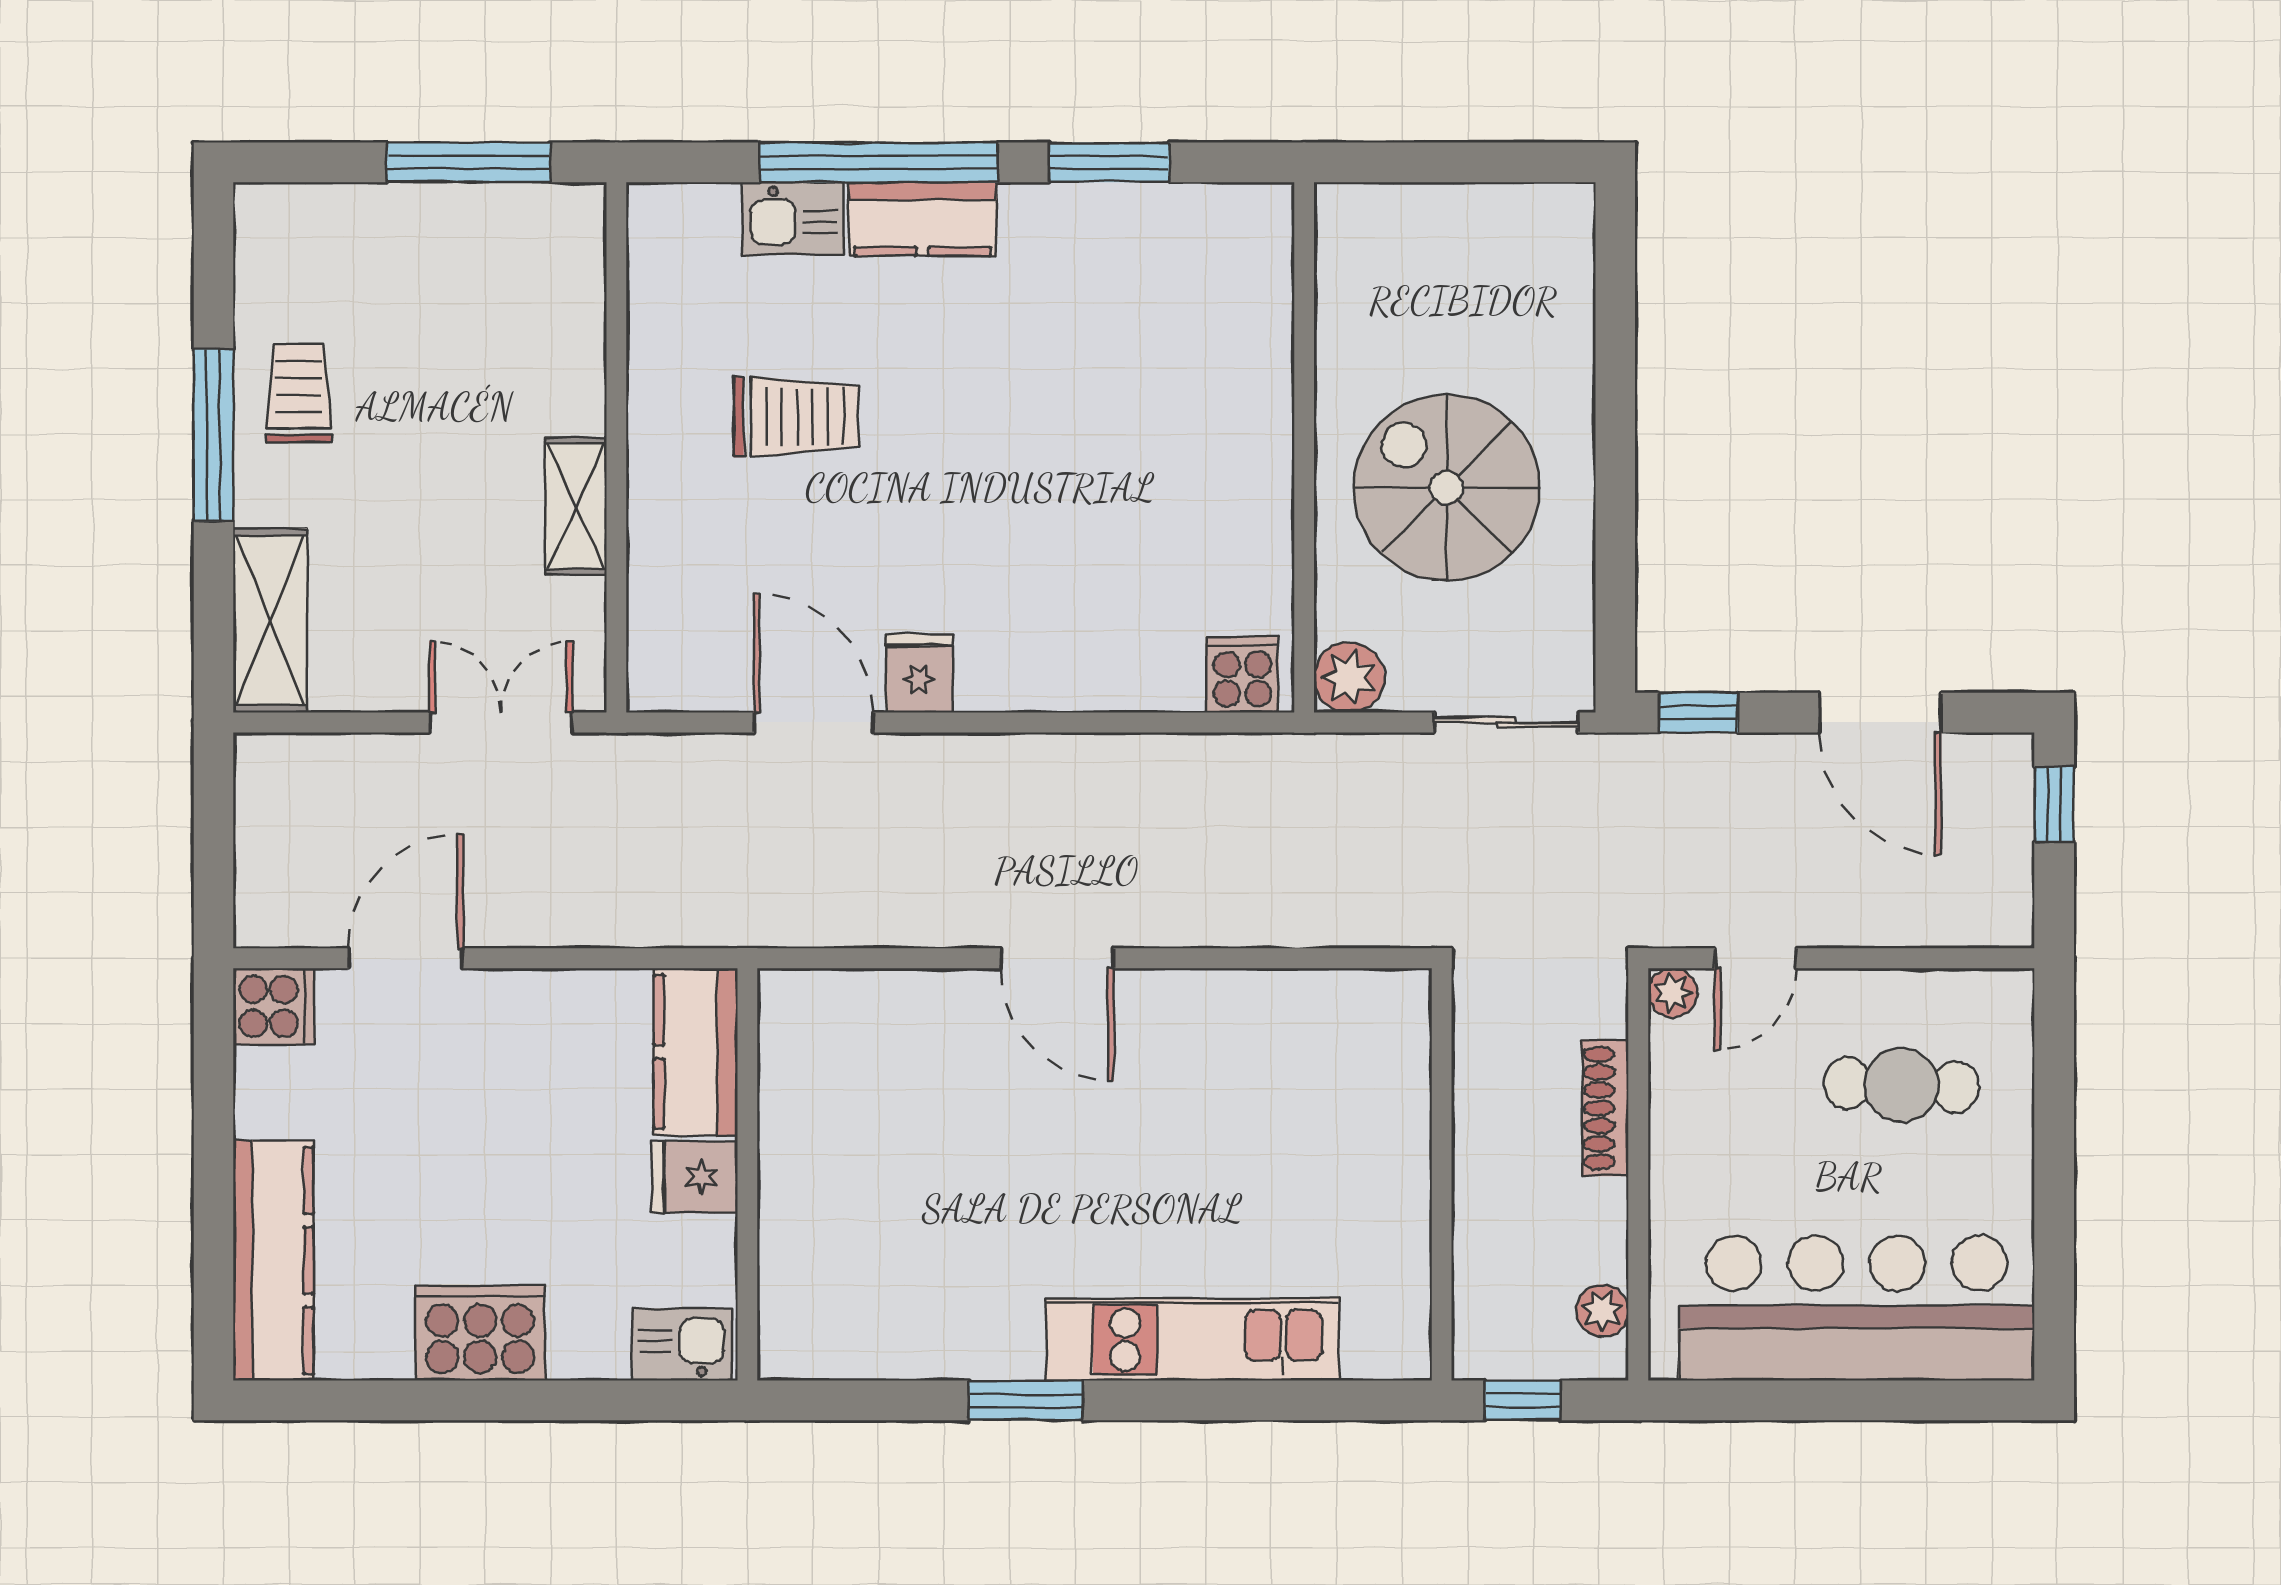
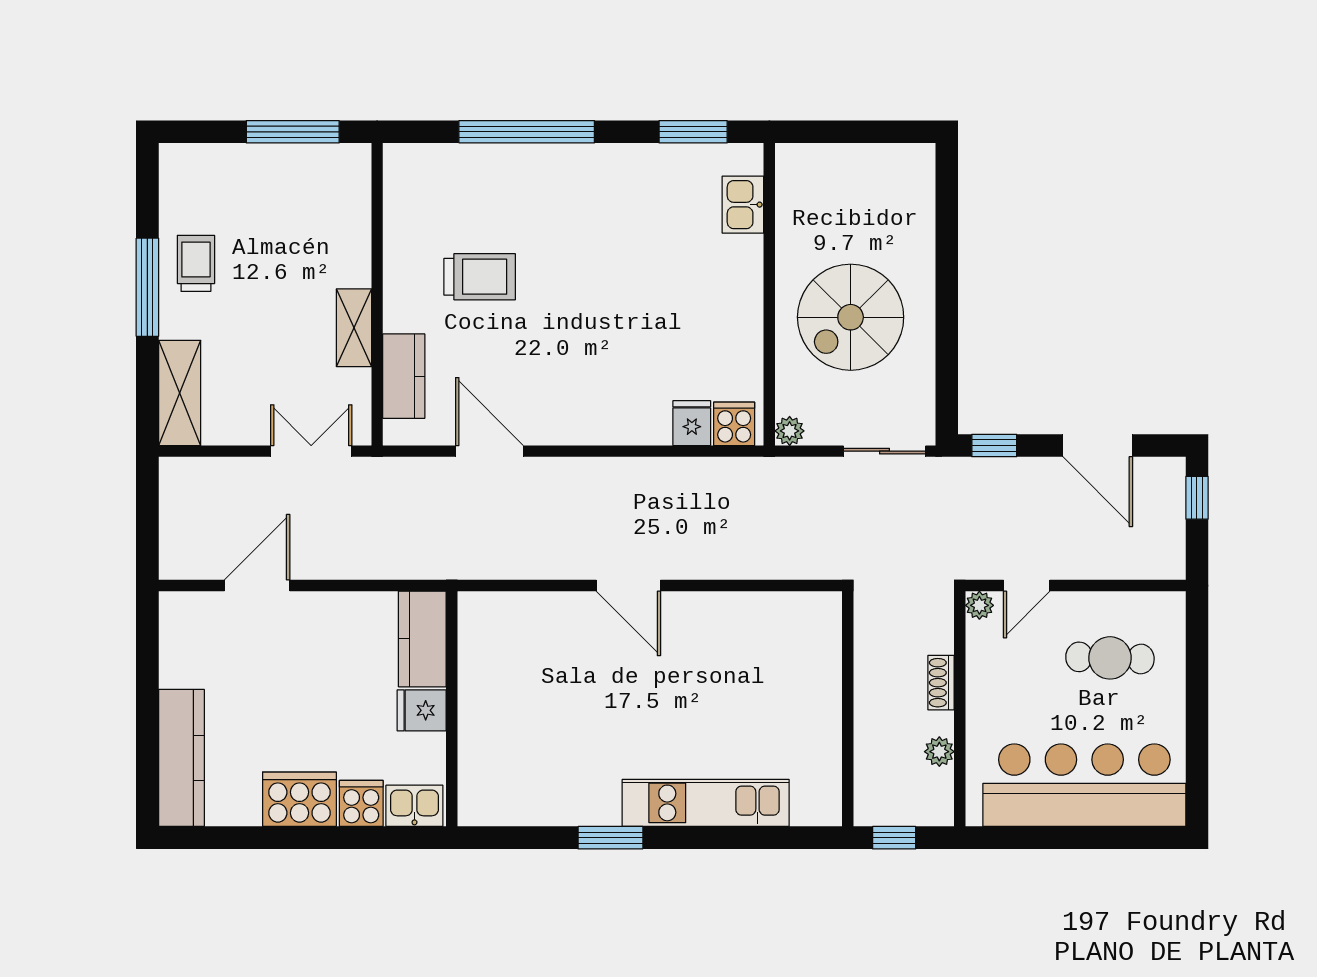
window: (1109, 162) -> (693, 132), moved
kitchen sink: (793, 218) -> (743, 205), moved, turned 90
kitchen counter: (922, 219) -> (404, 376), moved, turned -90
spiral stairs: (1447, 488) -> (851, 317), turned -90
fridge: (919, 673) -> (692, 423), moved
plant: (1349, 677) -> (790, 431), width x0.73, depth x0.73
cooker: (274, 1006) -> (361, 803), moved, turned -90
shoe rack: (1605, 1108) -> (941, 683), width x0.70
plant: (1602, 1311) -> (939, 752), moved

